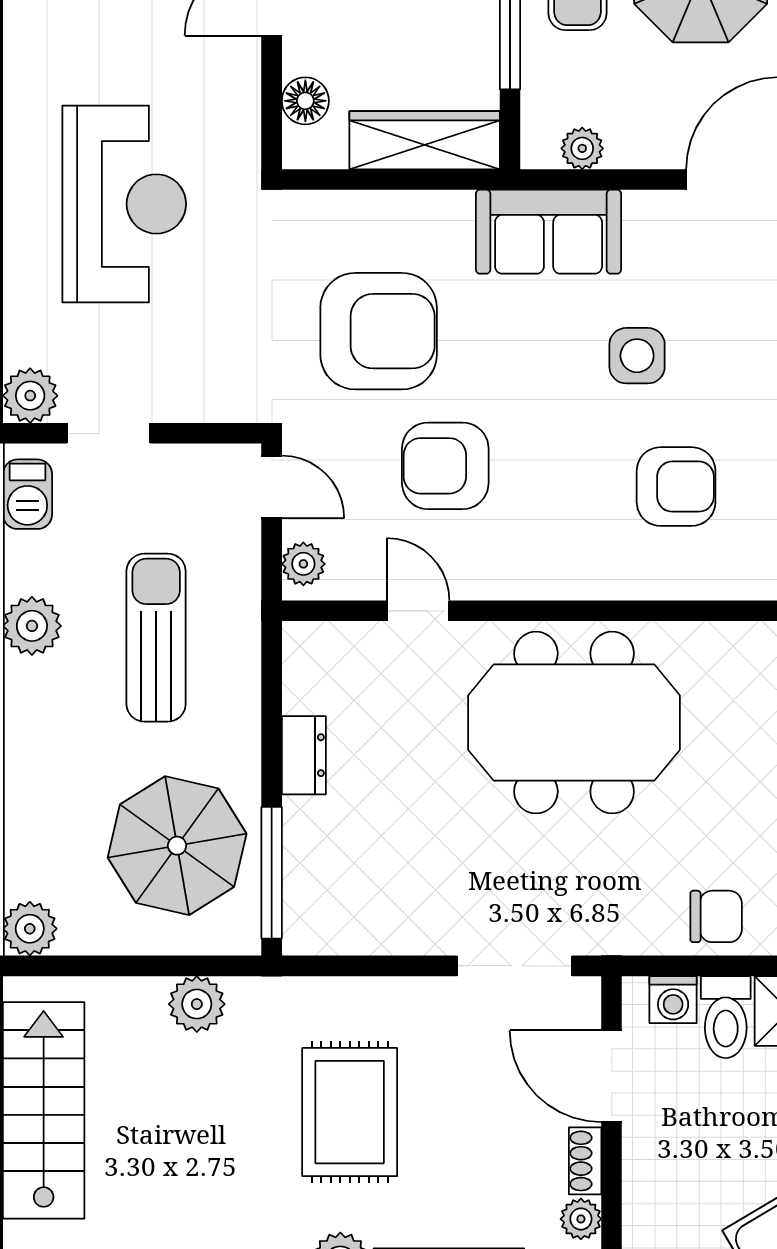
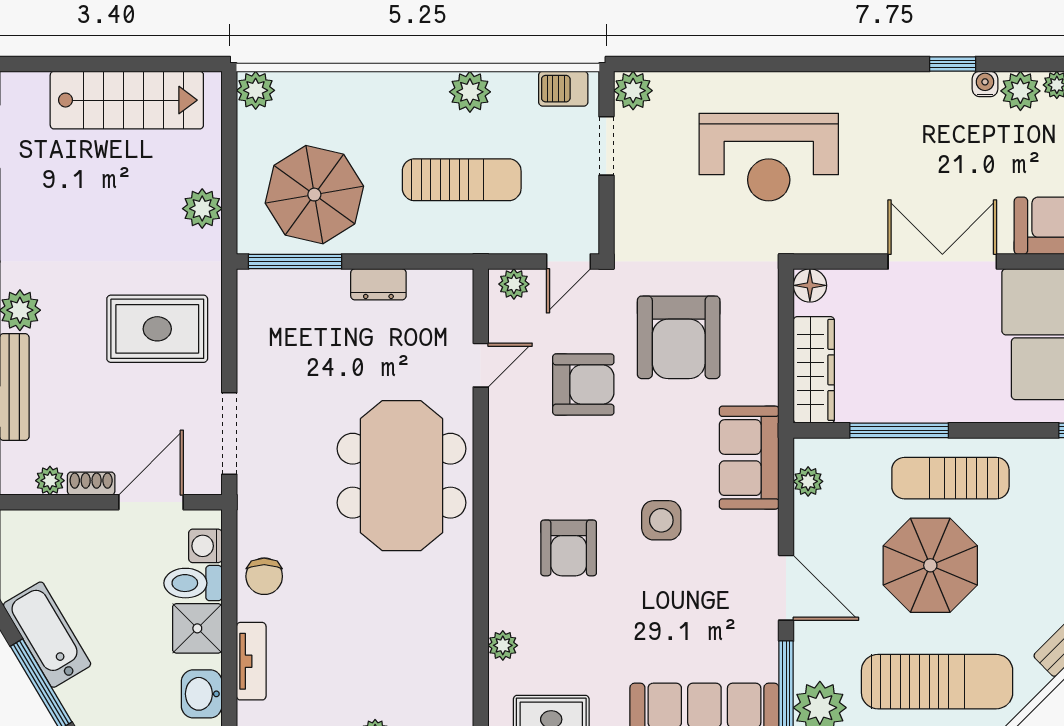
floor lamp: (305, 101) -> (810, 285), moved
armchair: (445, 466) -> (583, 385), turned 90
rug: (350, 1112) -> (157, 329), moved

